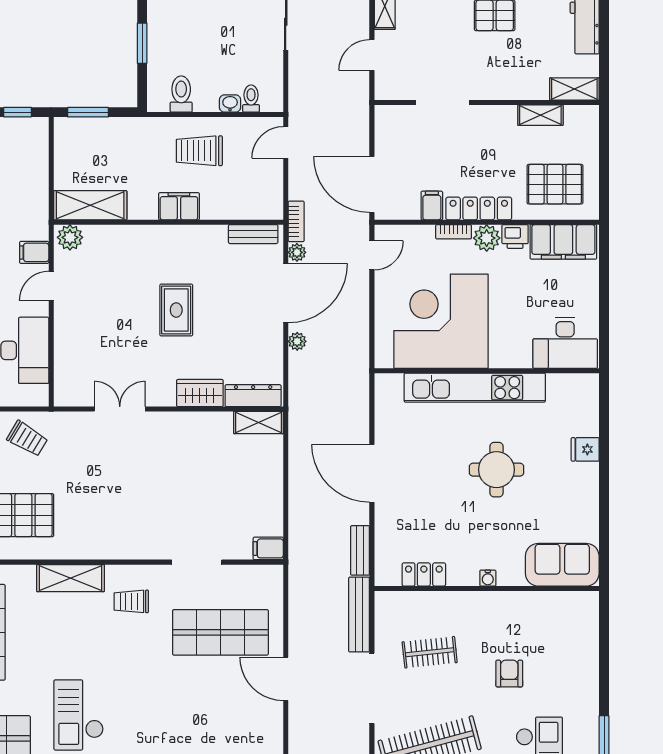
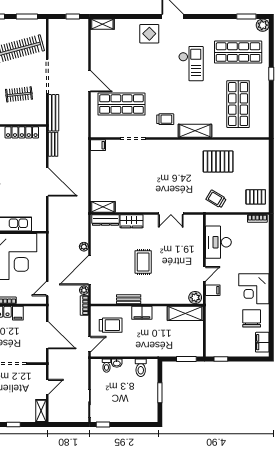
trolley: (199, 151) -> (111, 325), moved
door: (372, 184) -> (47, 335), moved
bench: (253, 234) -> (129, 299), moved
locker: (424, 574) -> (22, 132), width x1.53

